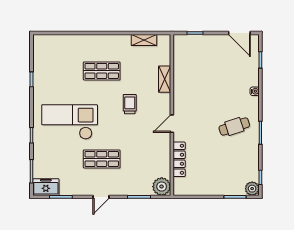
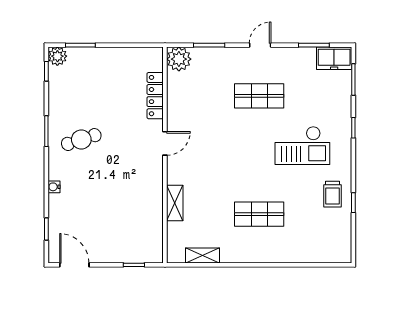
trolley: (130, 104) -> (333, 194), moved
checkout: (70, 122) -> (302, 146), width x0.73, depth x0.83

